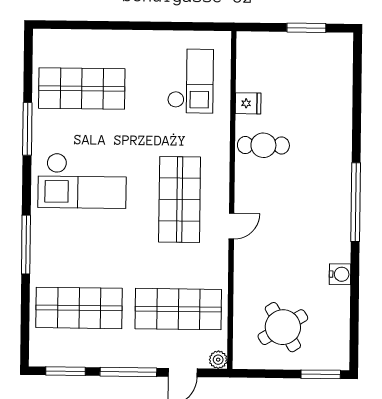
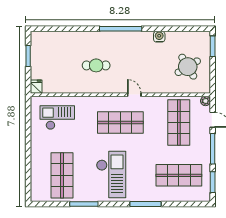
fridge: (248, 103) -> (36, 87), moved
cafe table: (263, 145) -> (96, 65), moved, turned 90
shop shelf: (79, 308) -> (179, 175), turned 90

